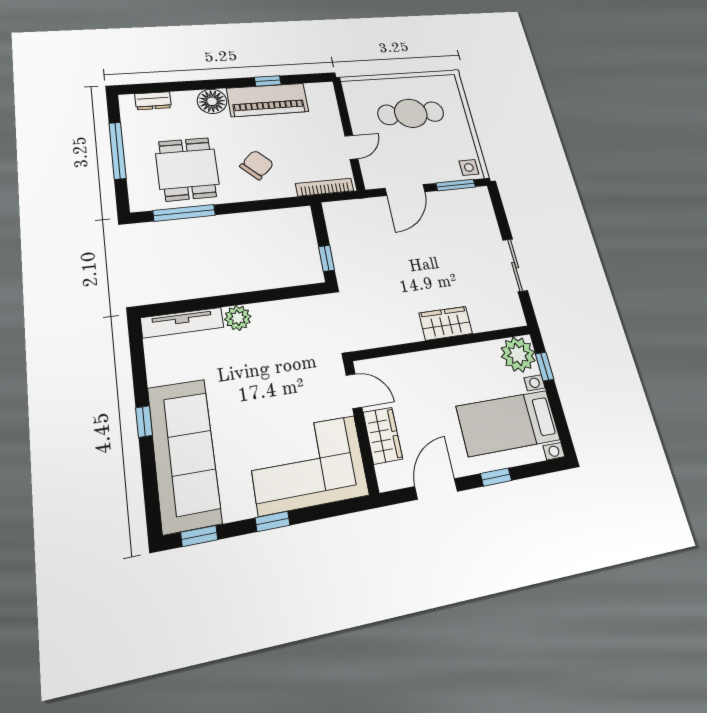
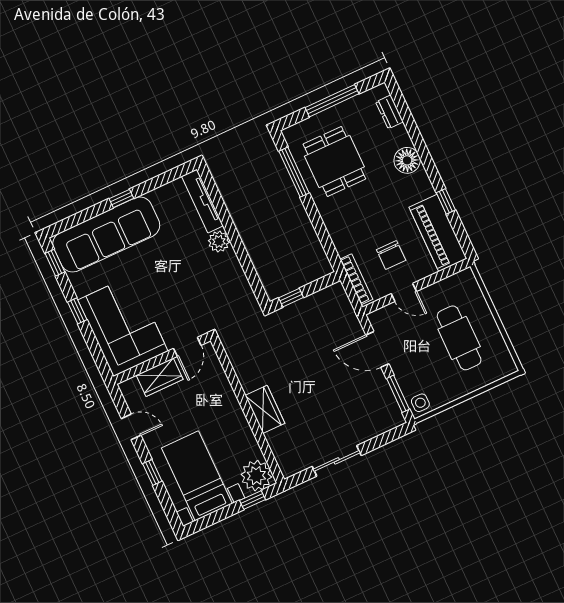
piano: (268, 100) -> (438, 233), moved
chair: (257, 165) -> (391, 255), moved, turned 45
dining table: (187, 169) -> (334, 161), turned 90
door: (436, 489) -> (131, 427), width x0.73

